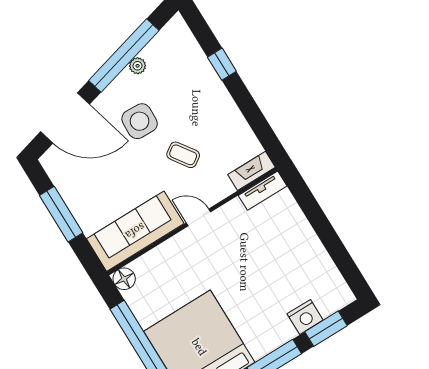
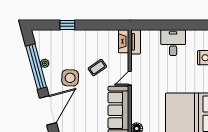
desk: (299, 252) -> (173, 43), added

